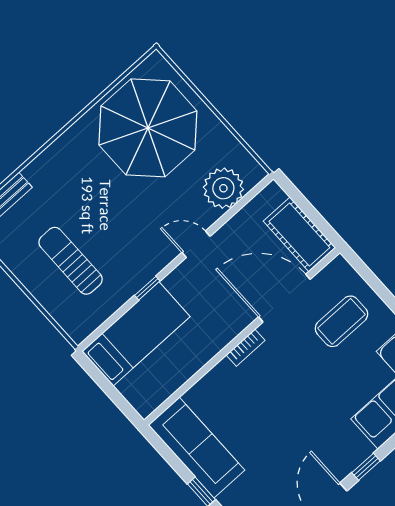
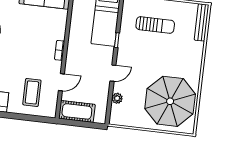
plant: (223, 188) -> (117, 98), width x0.53, depth x0.53
door: (284, 298) -> (61, 82), width x0.53

